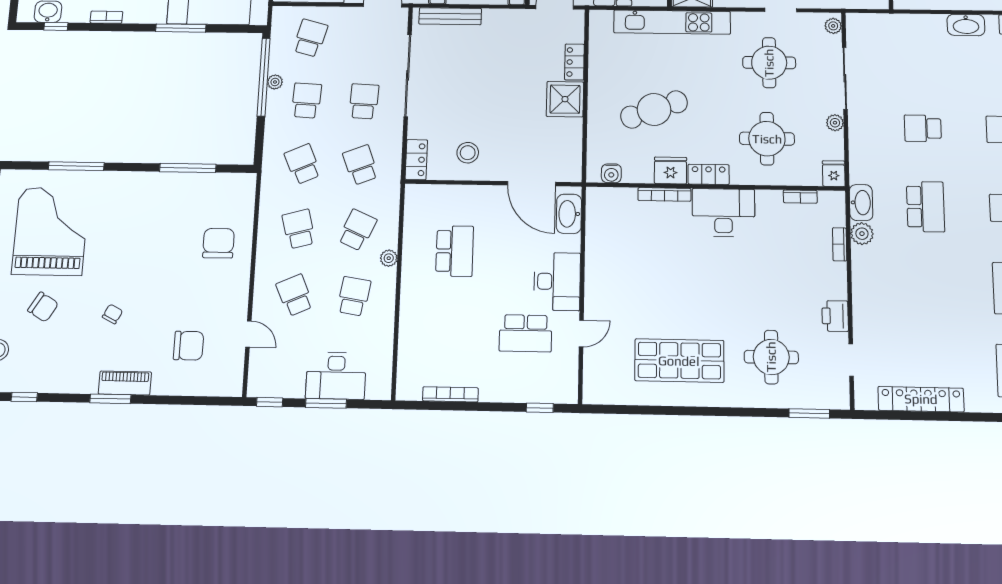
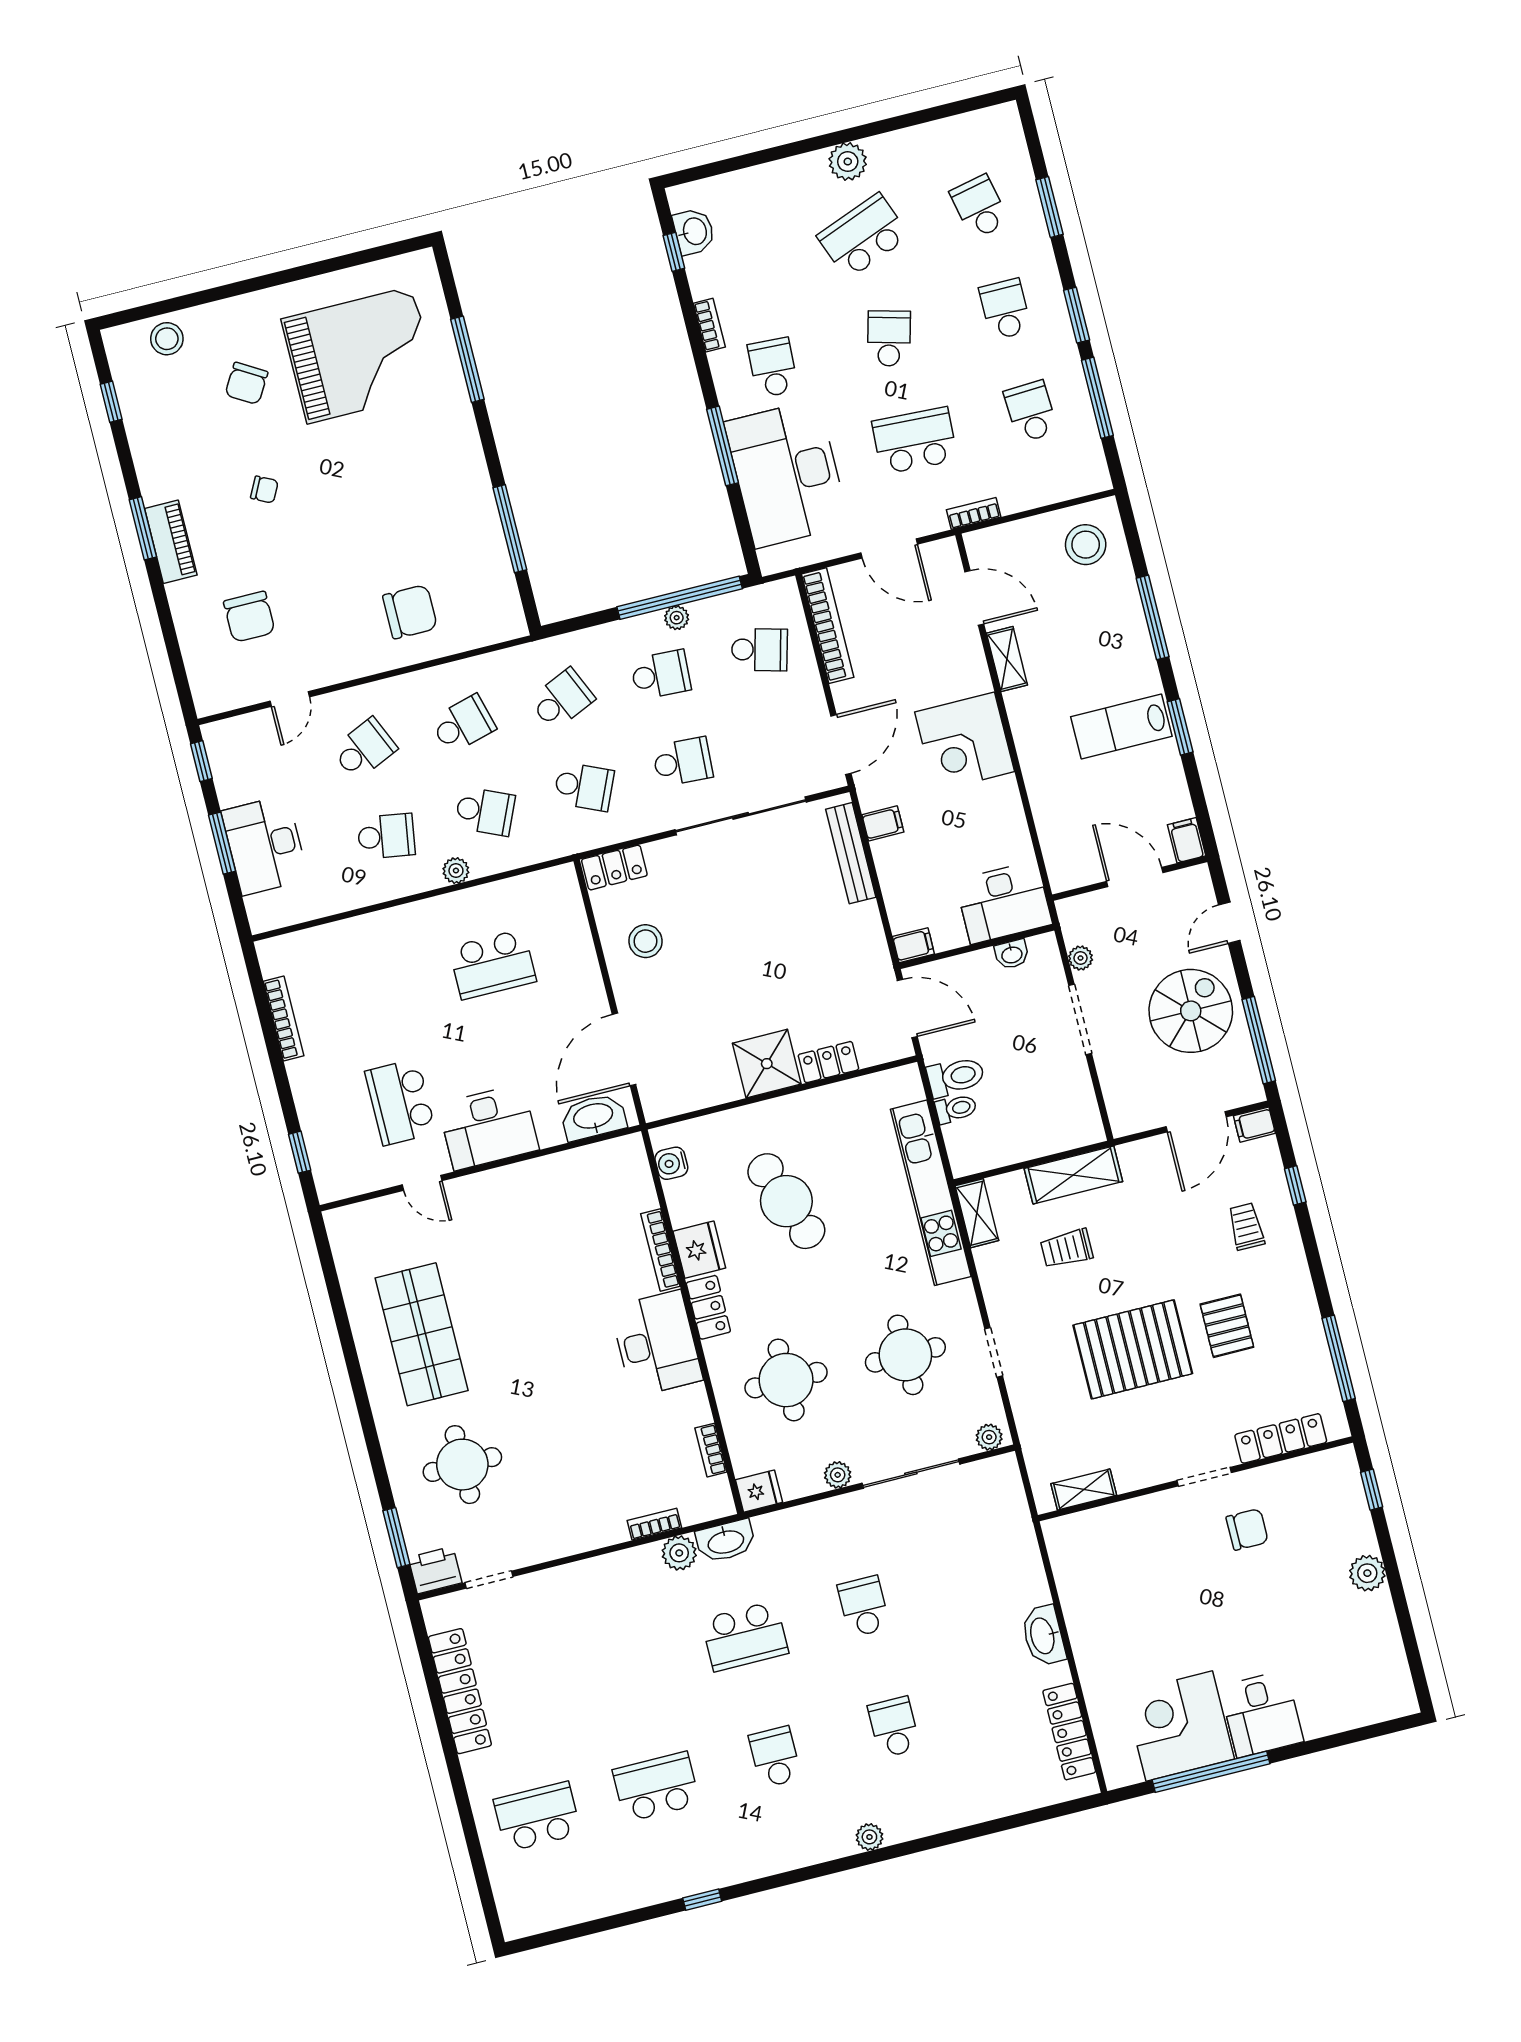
school desk: (361, 165) -> (584, 787), turned 45
printer: (835, 316) -> (435, 1570), moved

